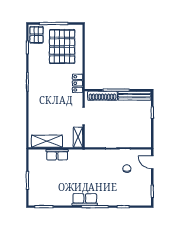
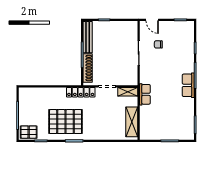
pallet: (62, 46) -> (65, 122), moved
locker: (78, 83) -> (81, 92), width x1.53
row of seats: (57, 155) -> (145, 94), moved
door: (152, 162) -> (152, 20), hinge flipped

